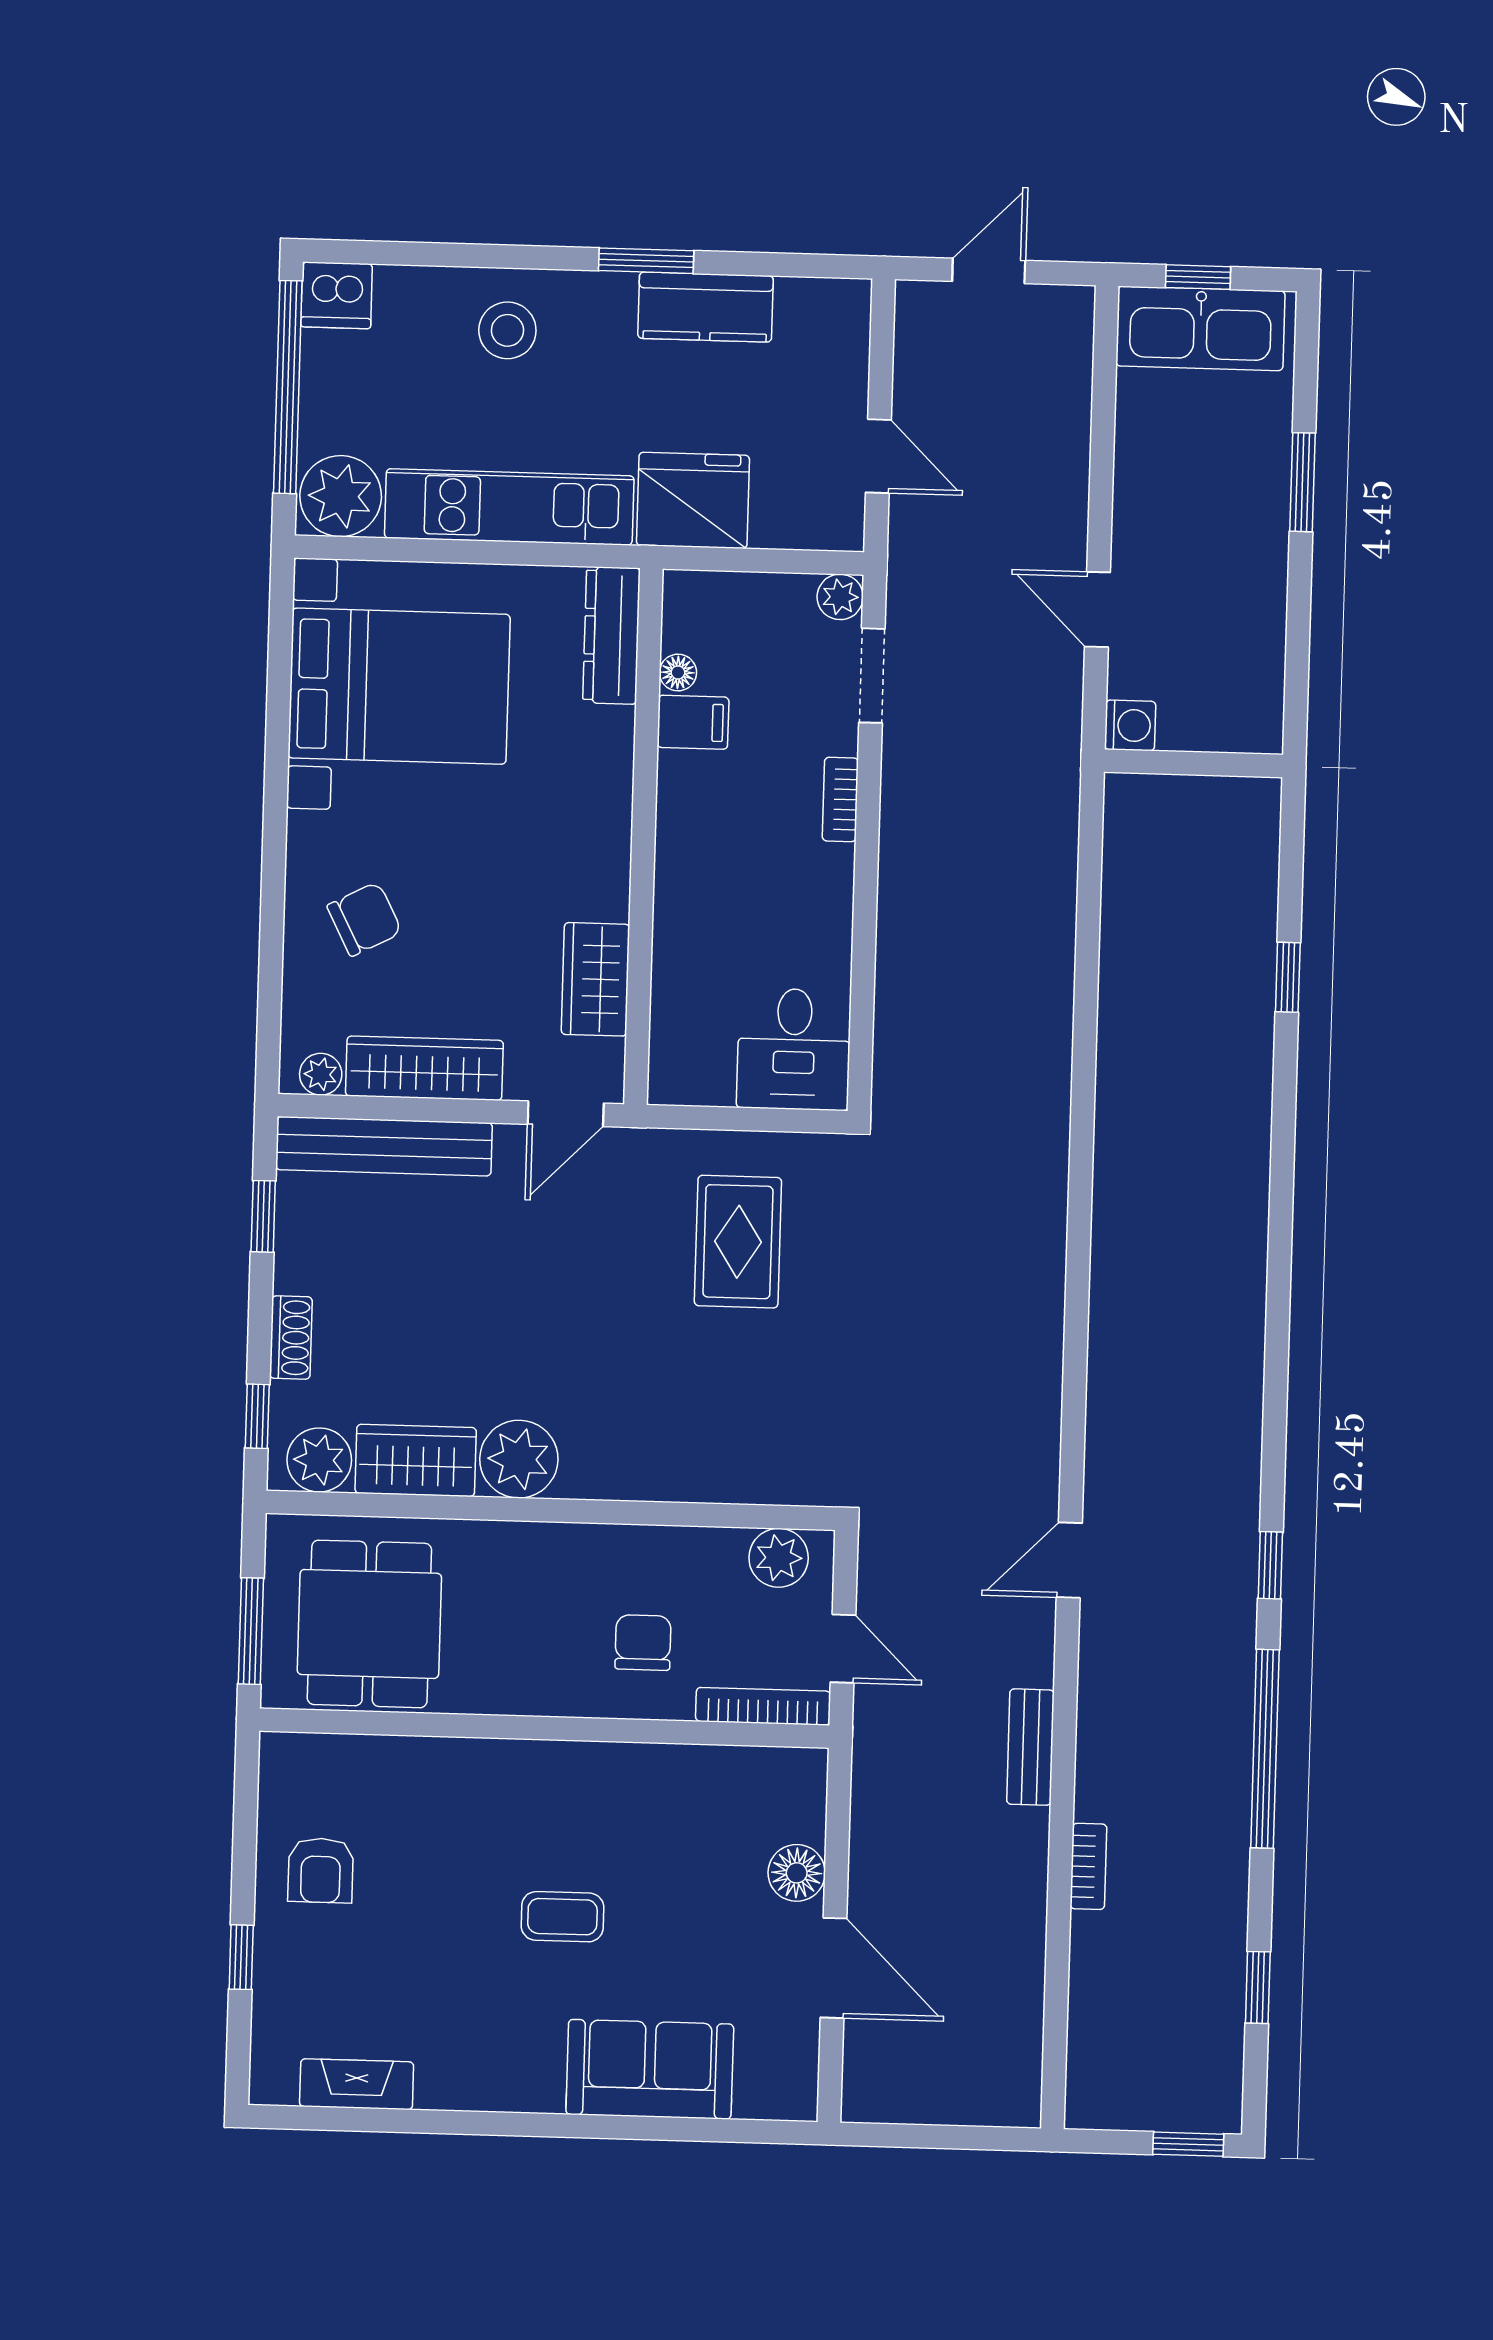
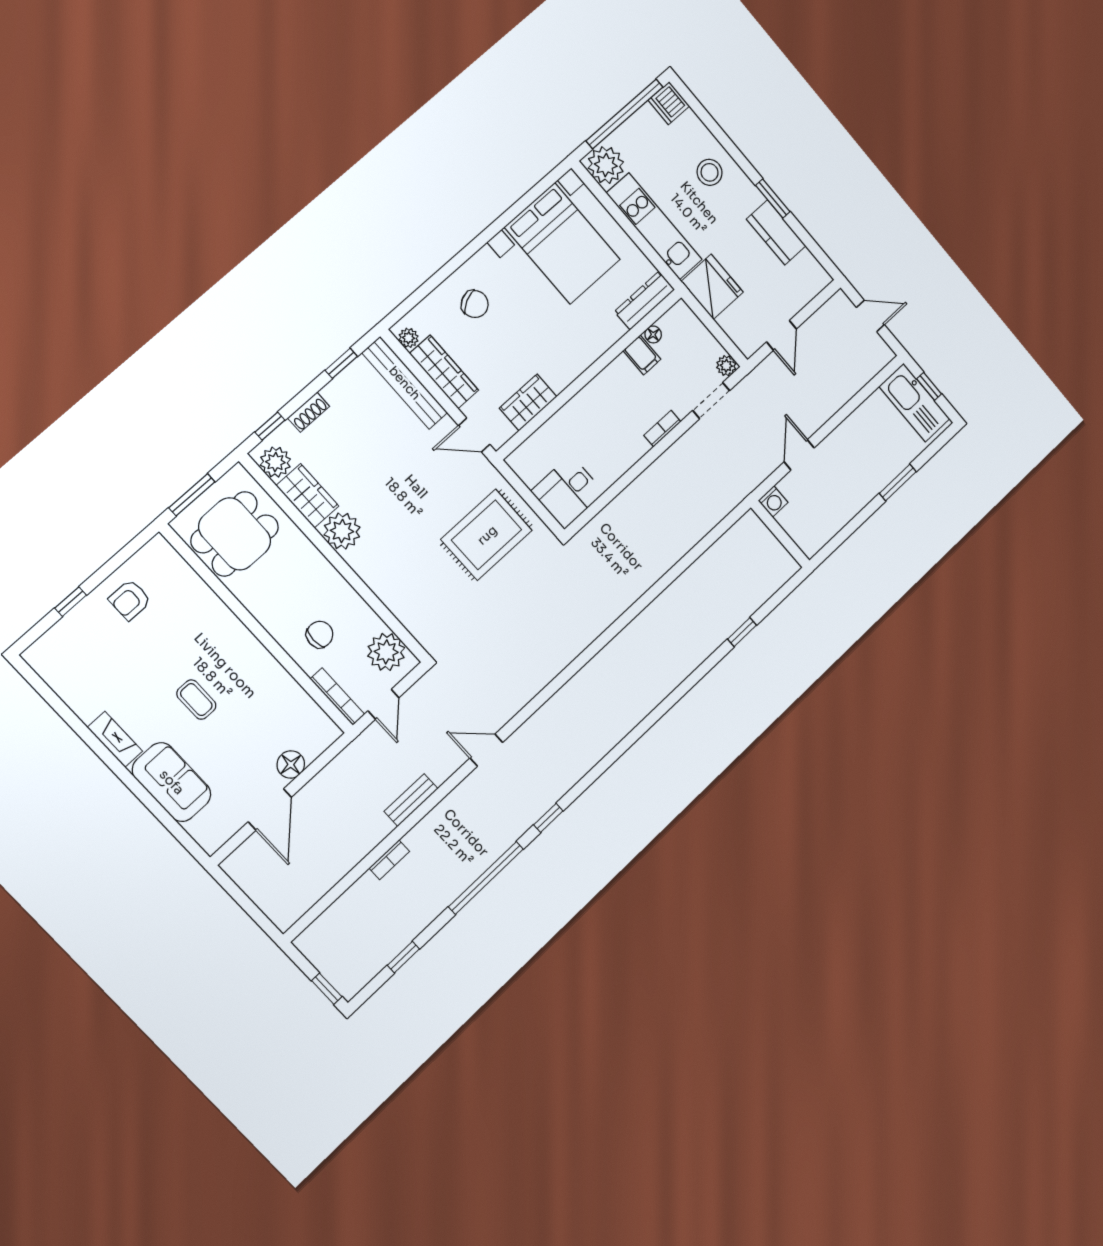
rug: (738, 1242) -> (487, 535), width x1.36, depth x1.43
plant: (779, 1558) -> (386, 652), width x1.36, depth x1.36
fireplace: (357, 2084) -> (115, 739), moved

